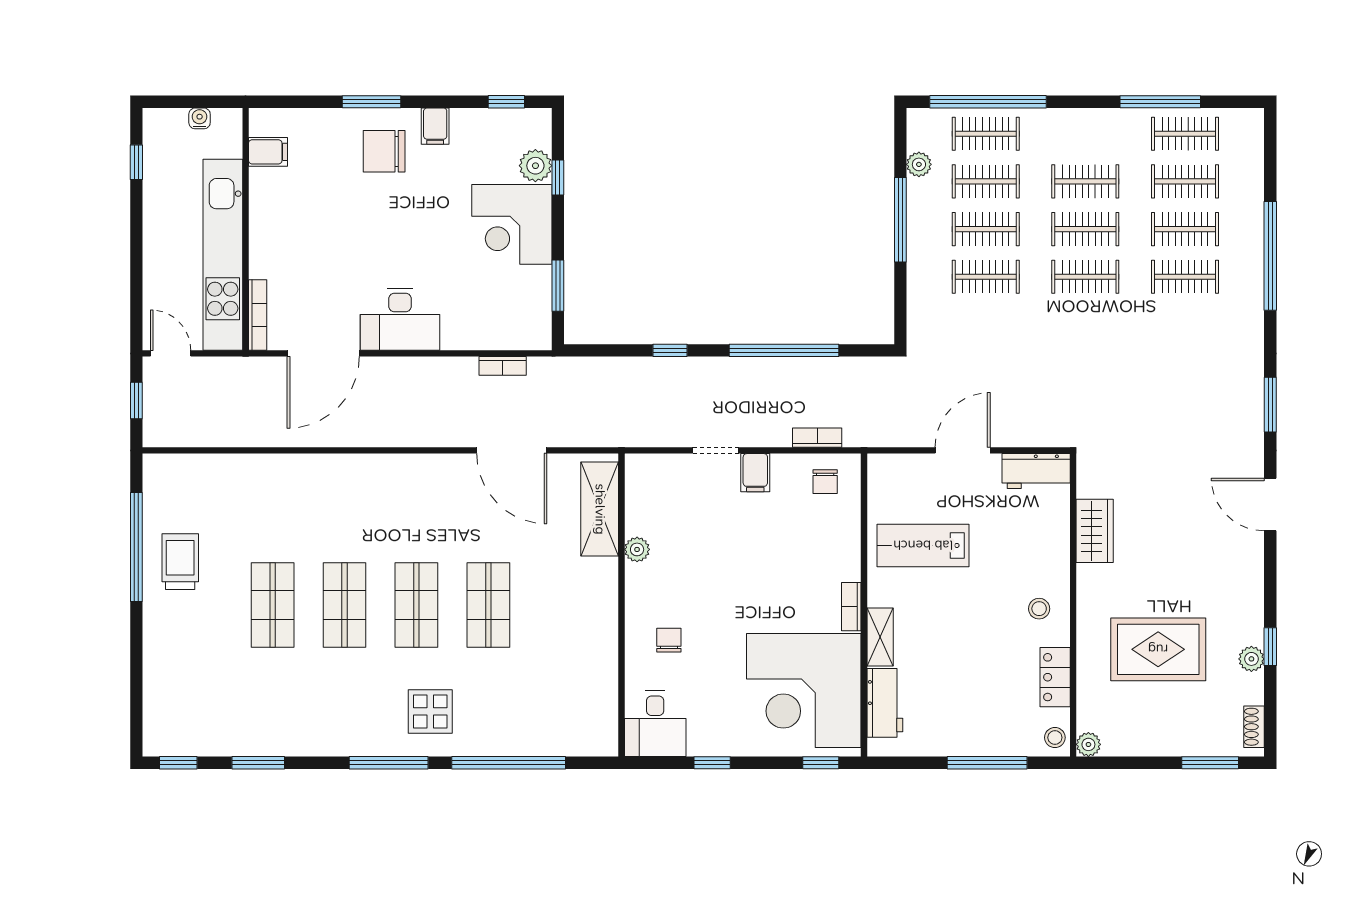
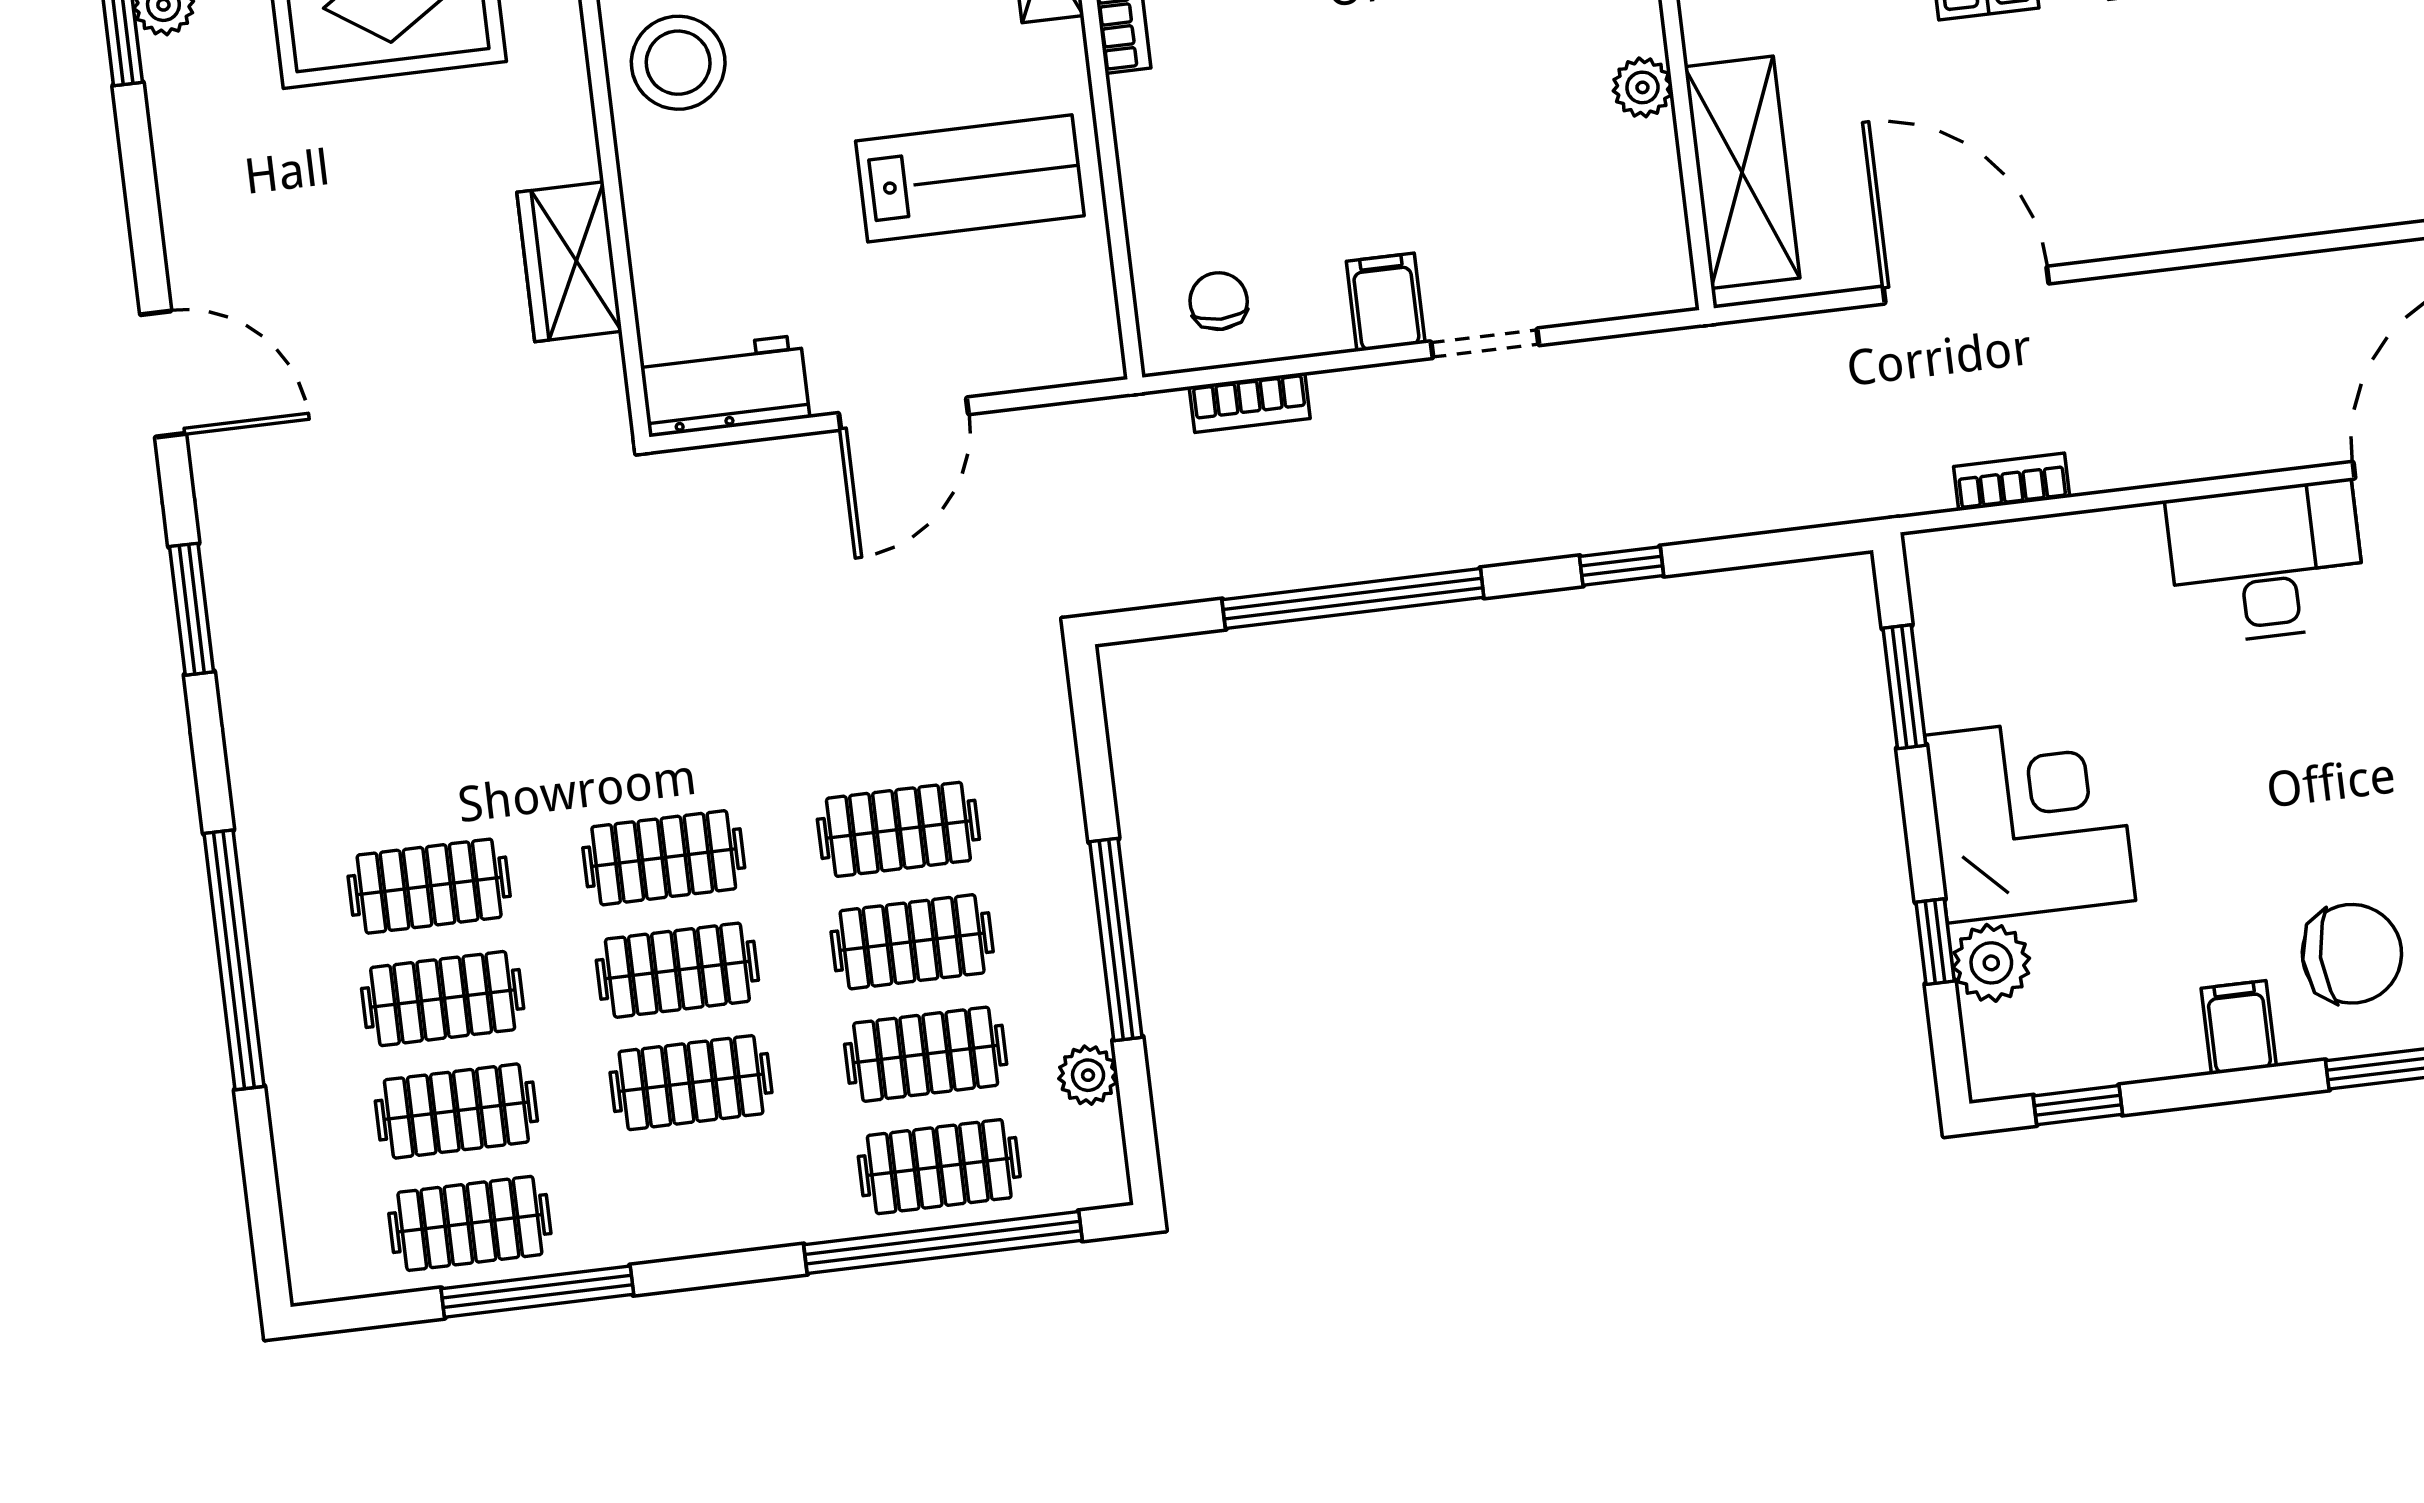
stool: (1039, 609) -> (678, 63), width x1.89, depth x1.89

